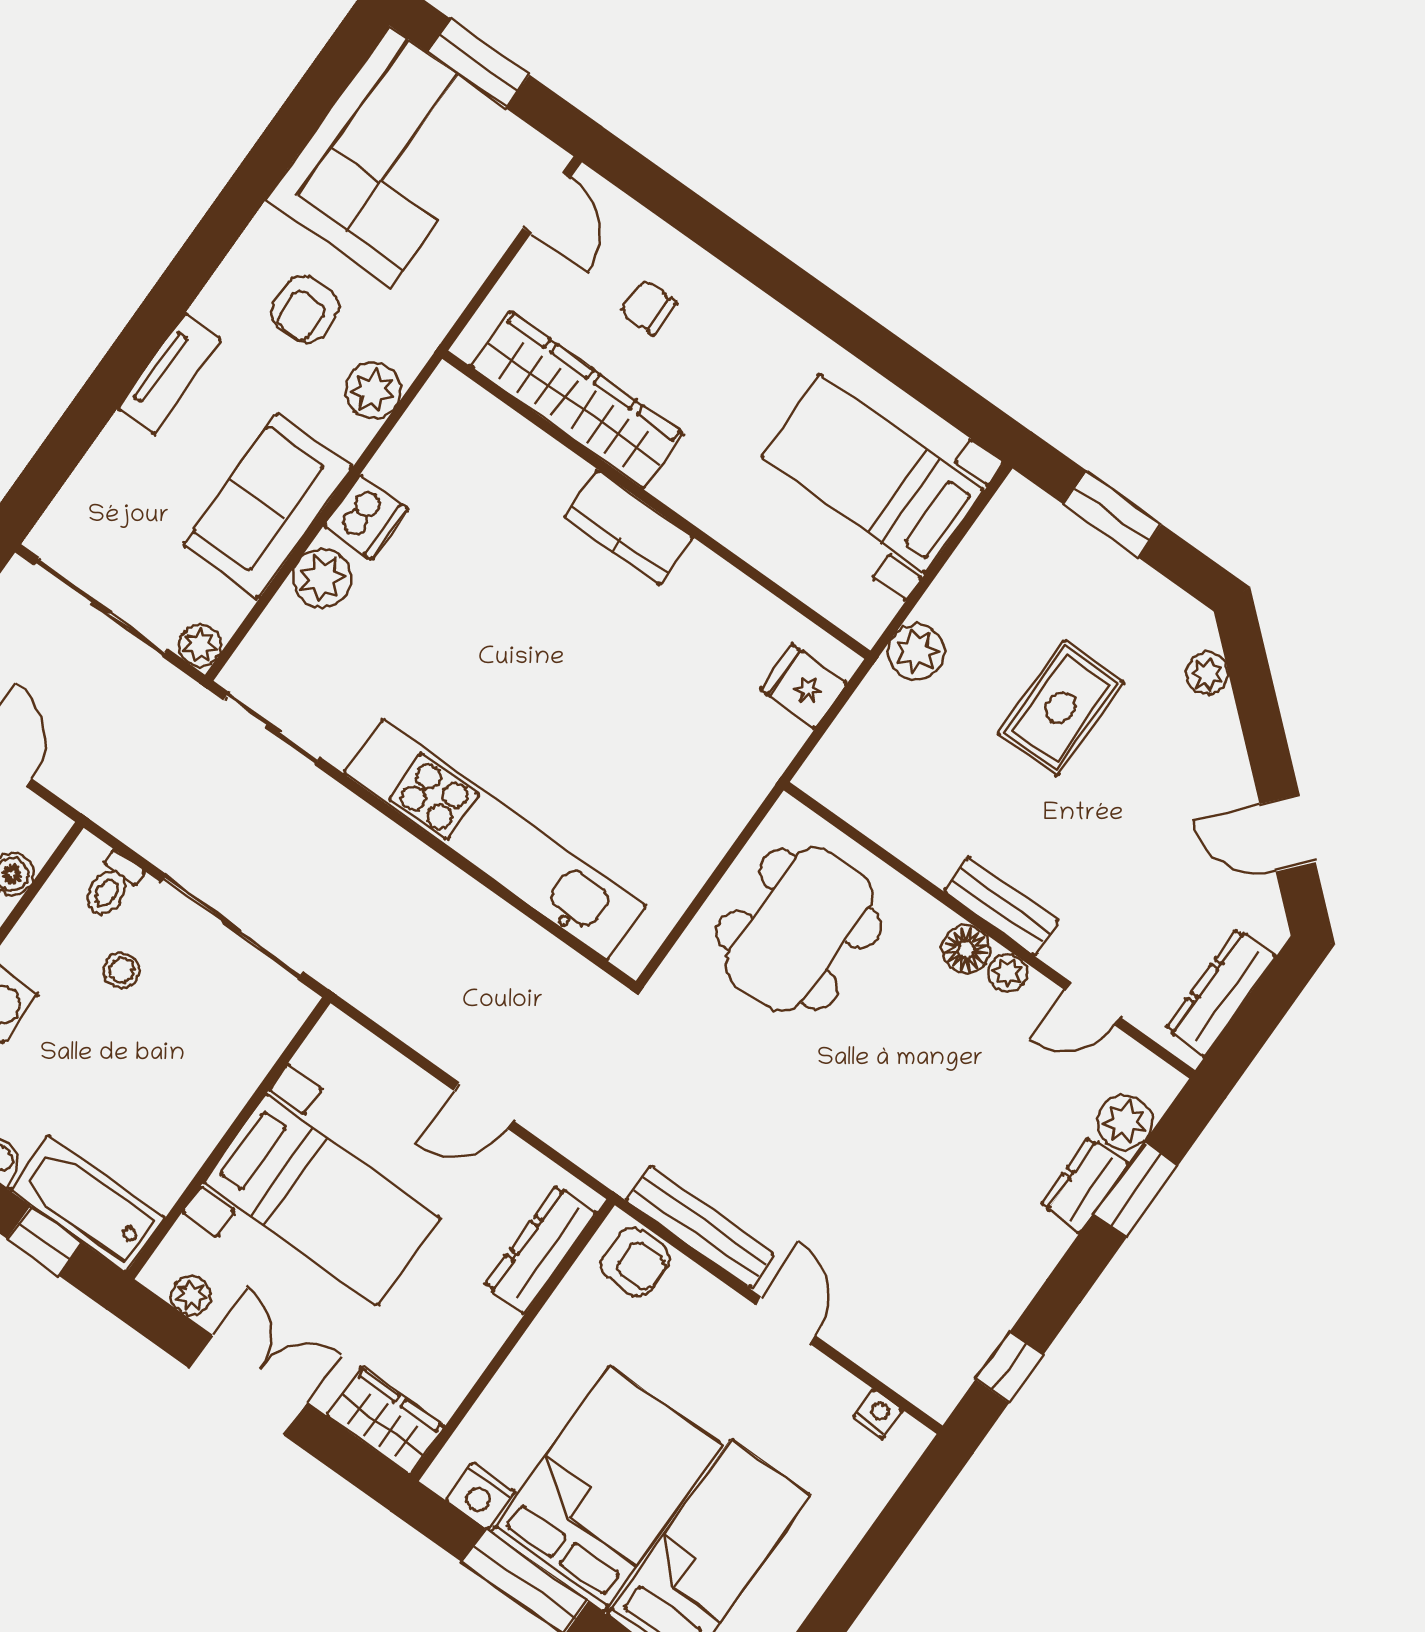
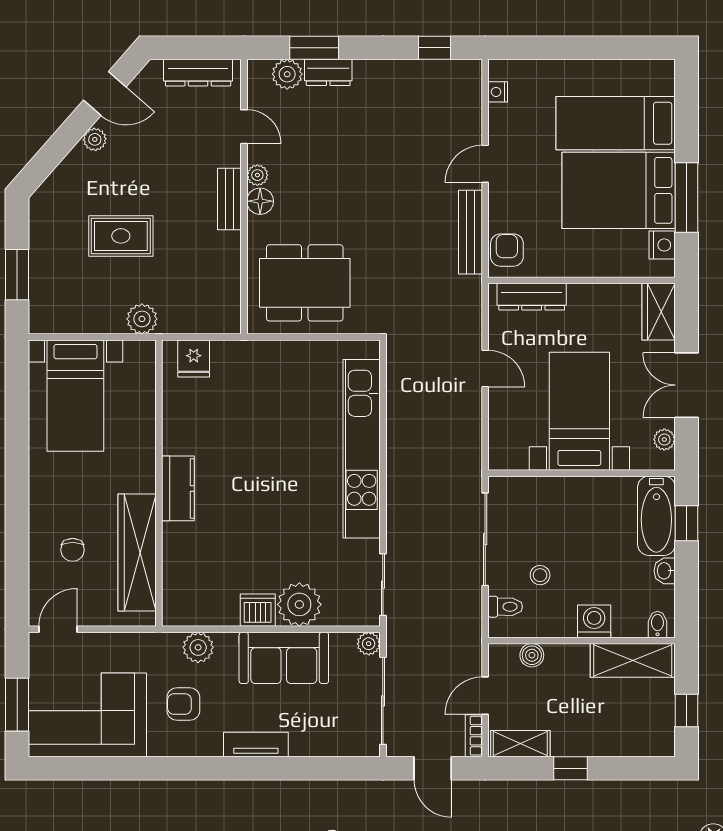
armchair: (305, 309) -> (183, 704), turned 180
plant: (322, 579) -> (299, 604), width x1.36, depth x1.36
plant: (1207, 674) -> (95, 139), moved
door: (1288, 833) -> (105, 93), hinge flipped

